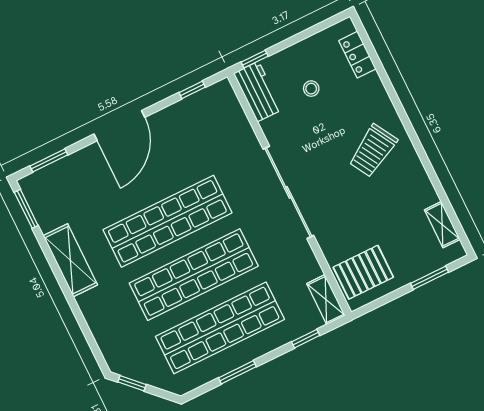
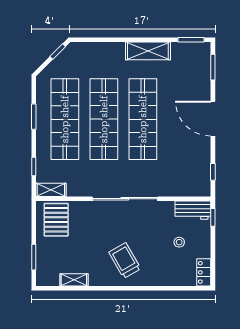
locker: (357, 55) -> (204, 272), moved, turned -90
shelving: (442, 225) -> (74, 280), moved

